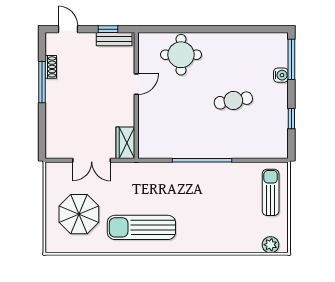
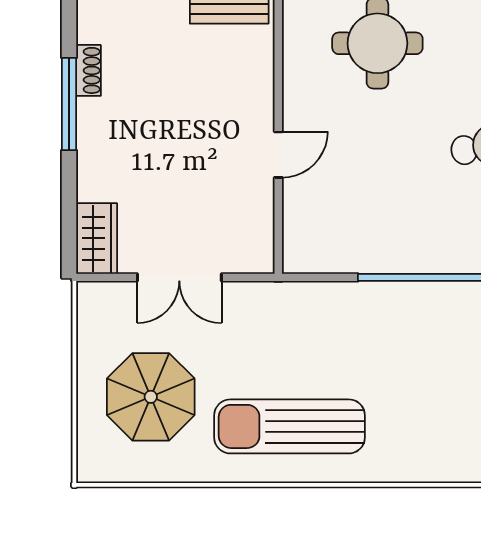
door: (136, 84) -> (278, 155), moved
wardrobe: (125, 143) -> (97, 238), moved, turned 180

